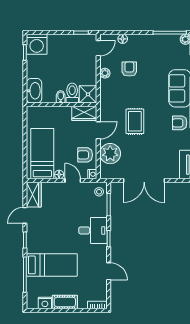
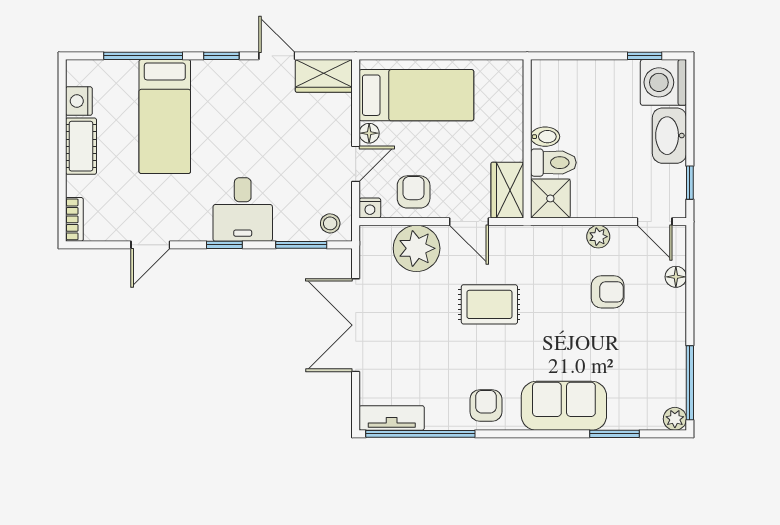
washbasin: (34, 91) -> (669, 136), moved, turned 90

